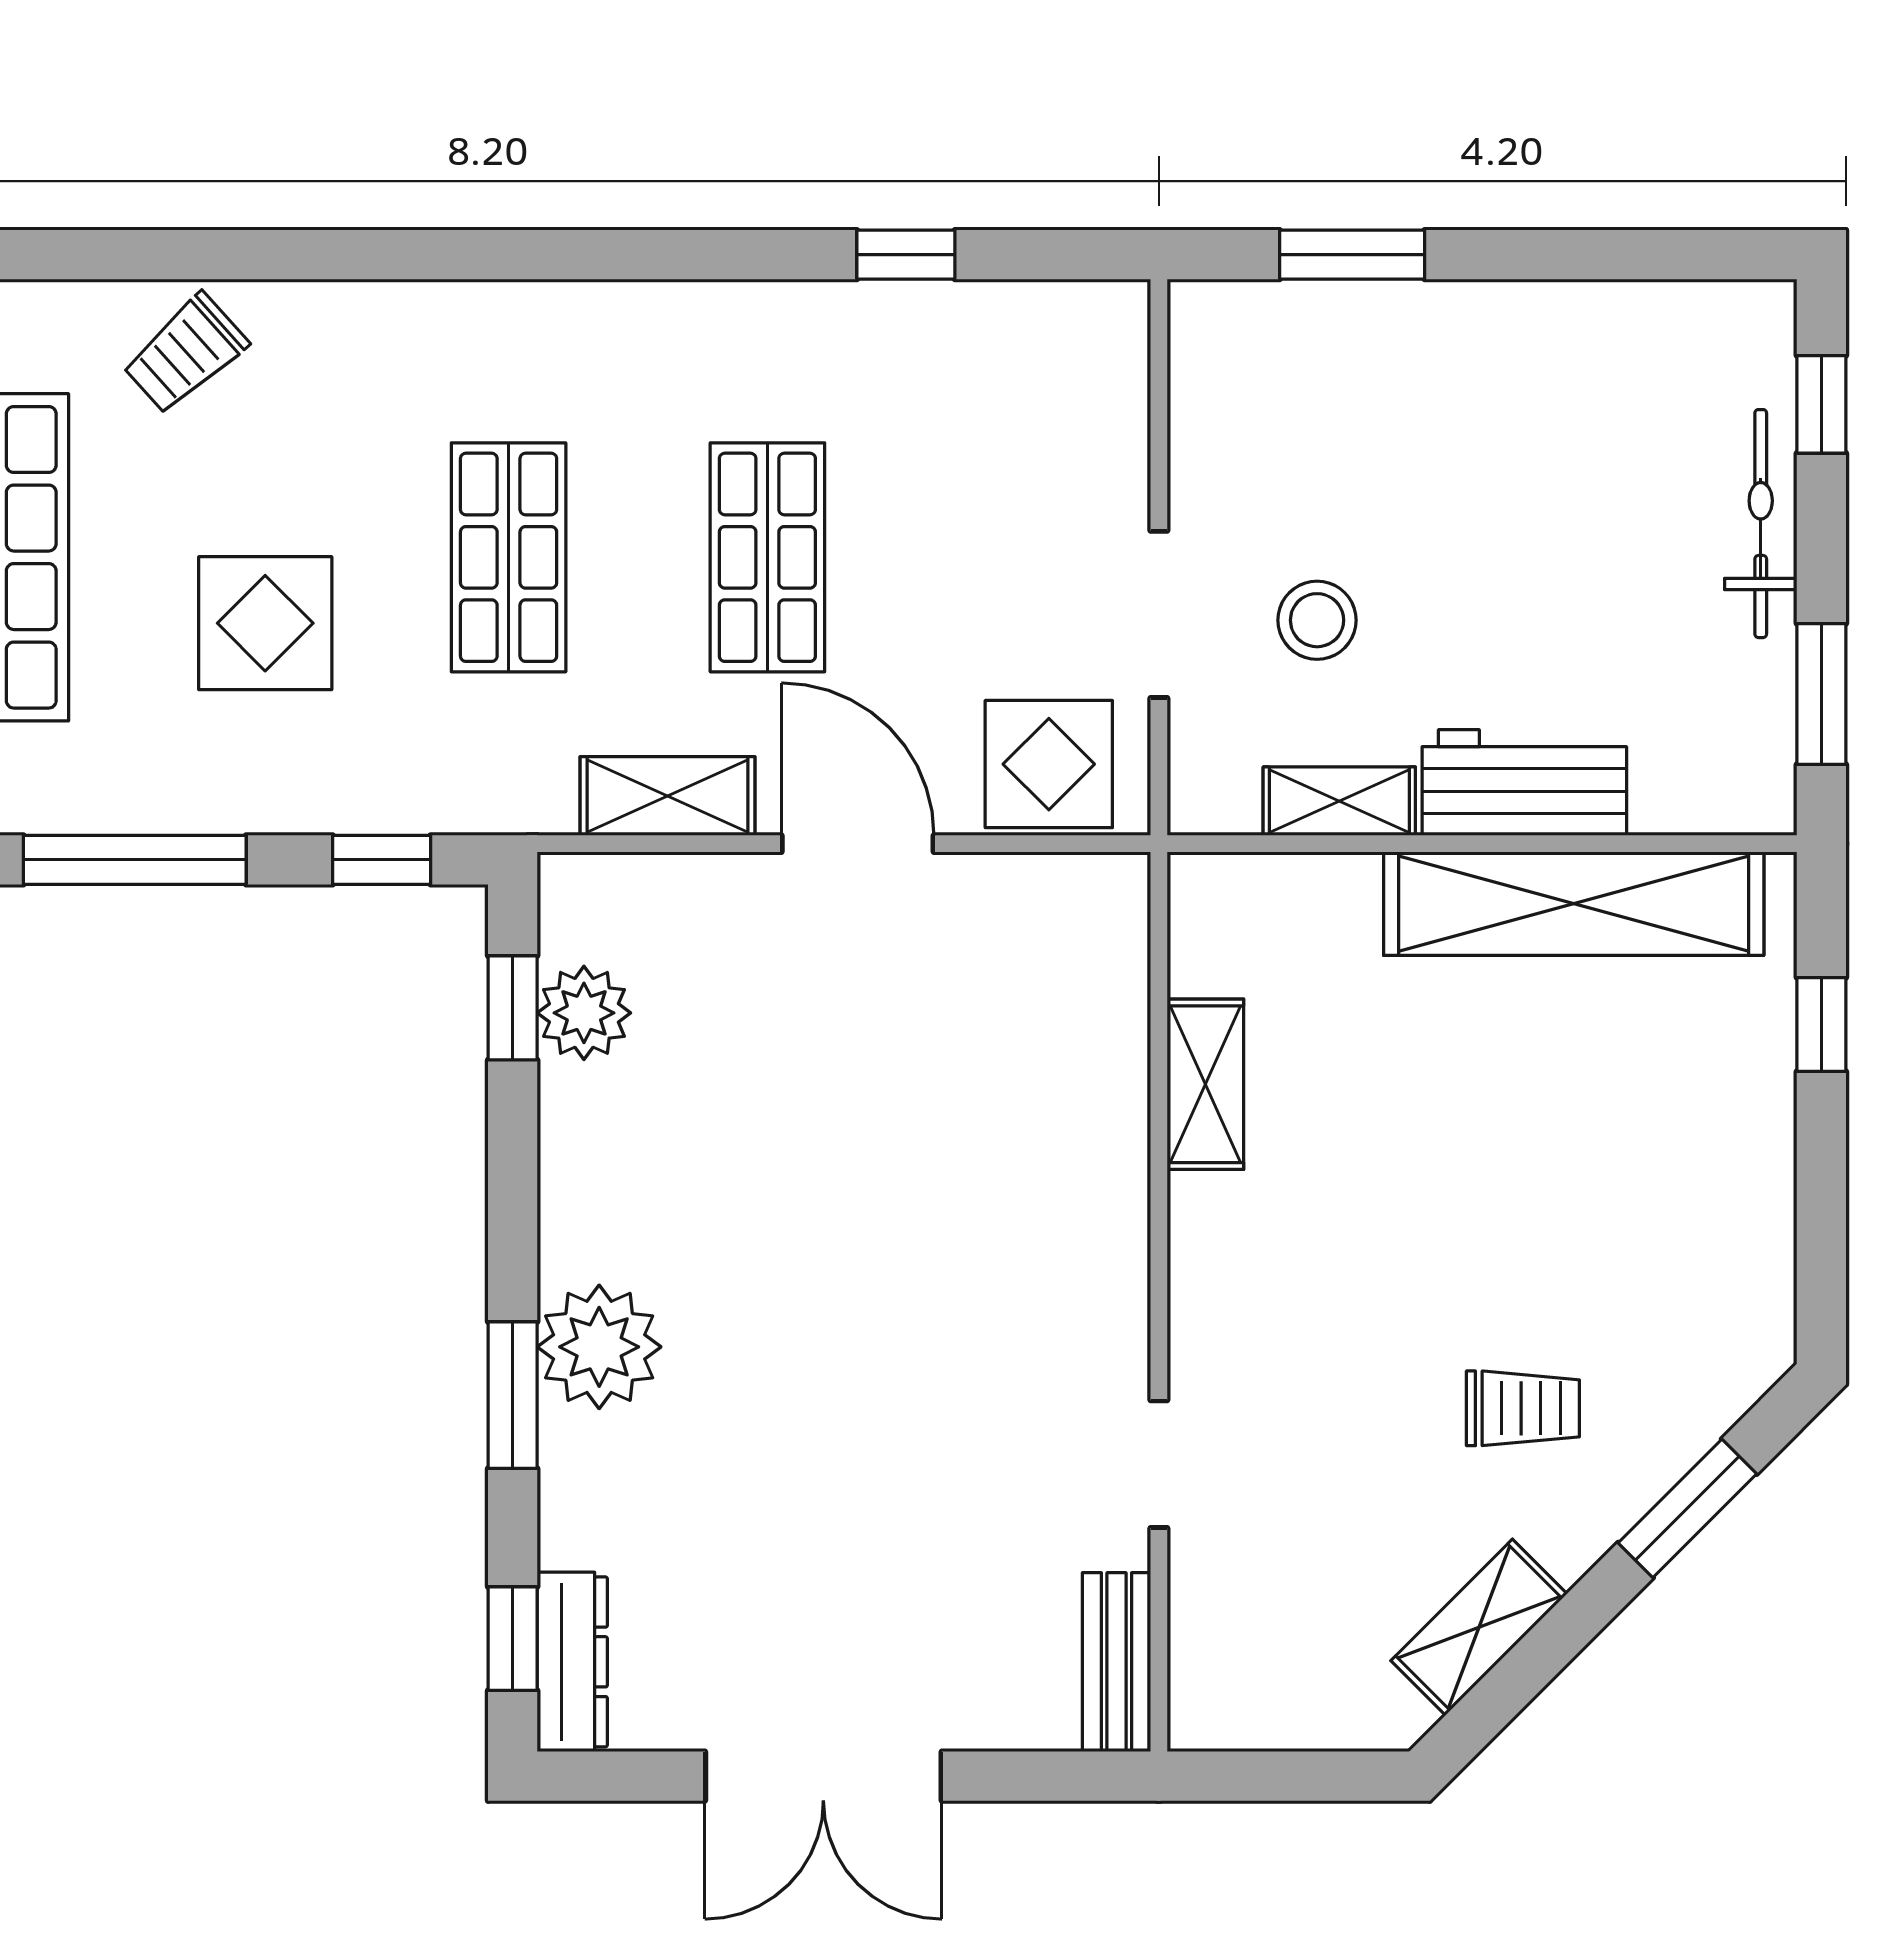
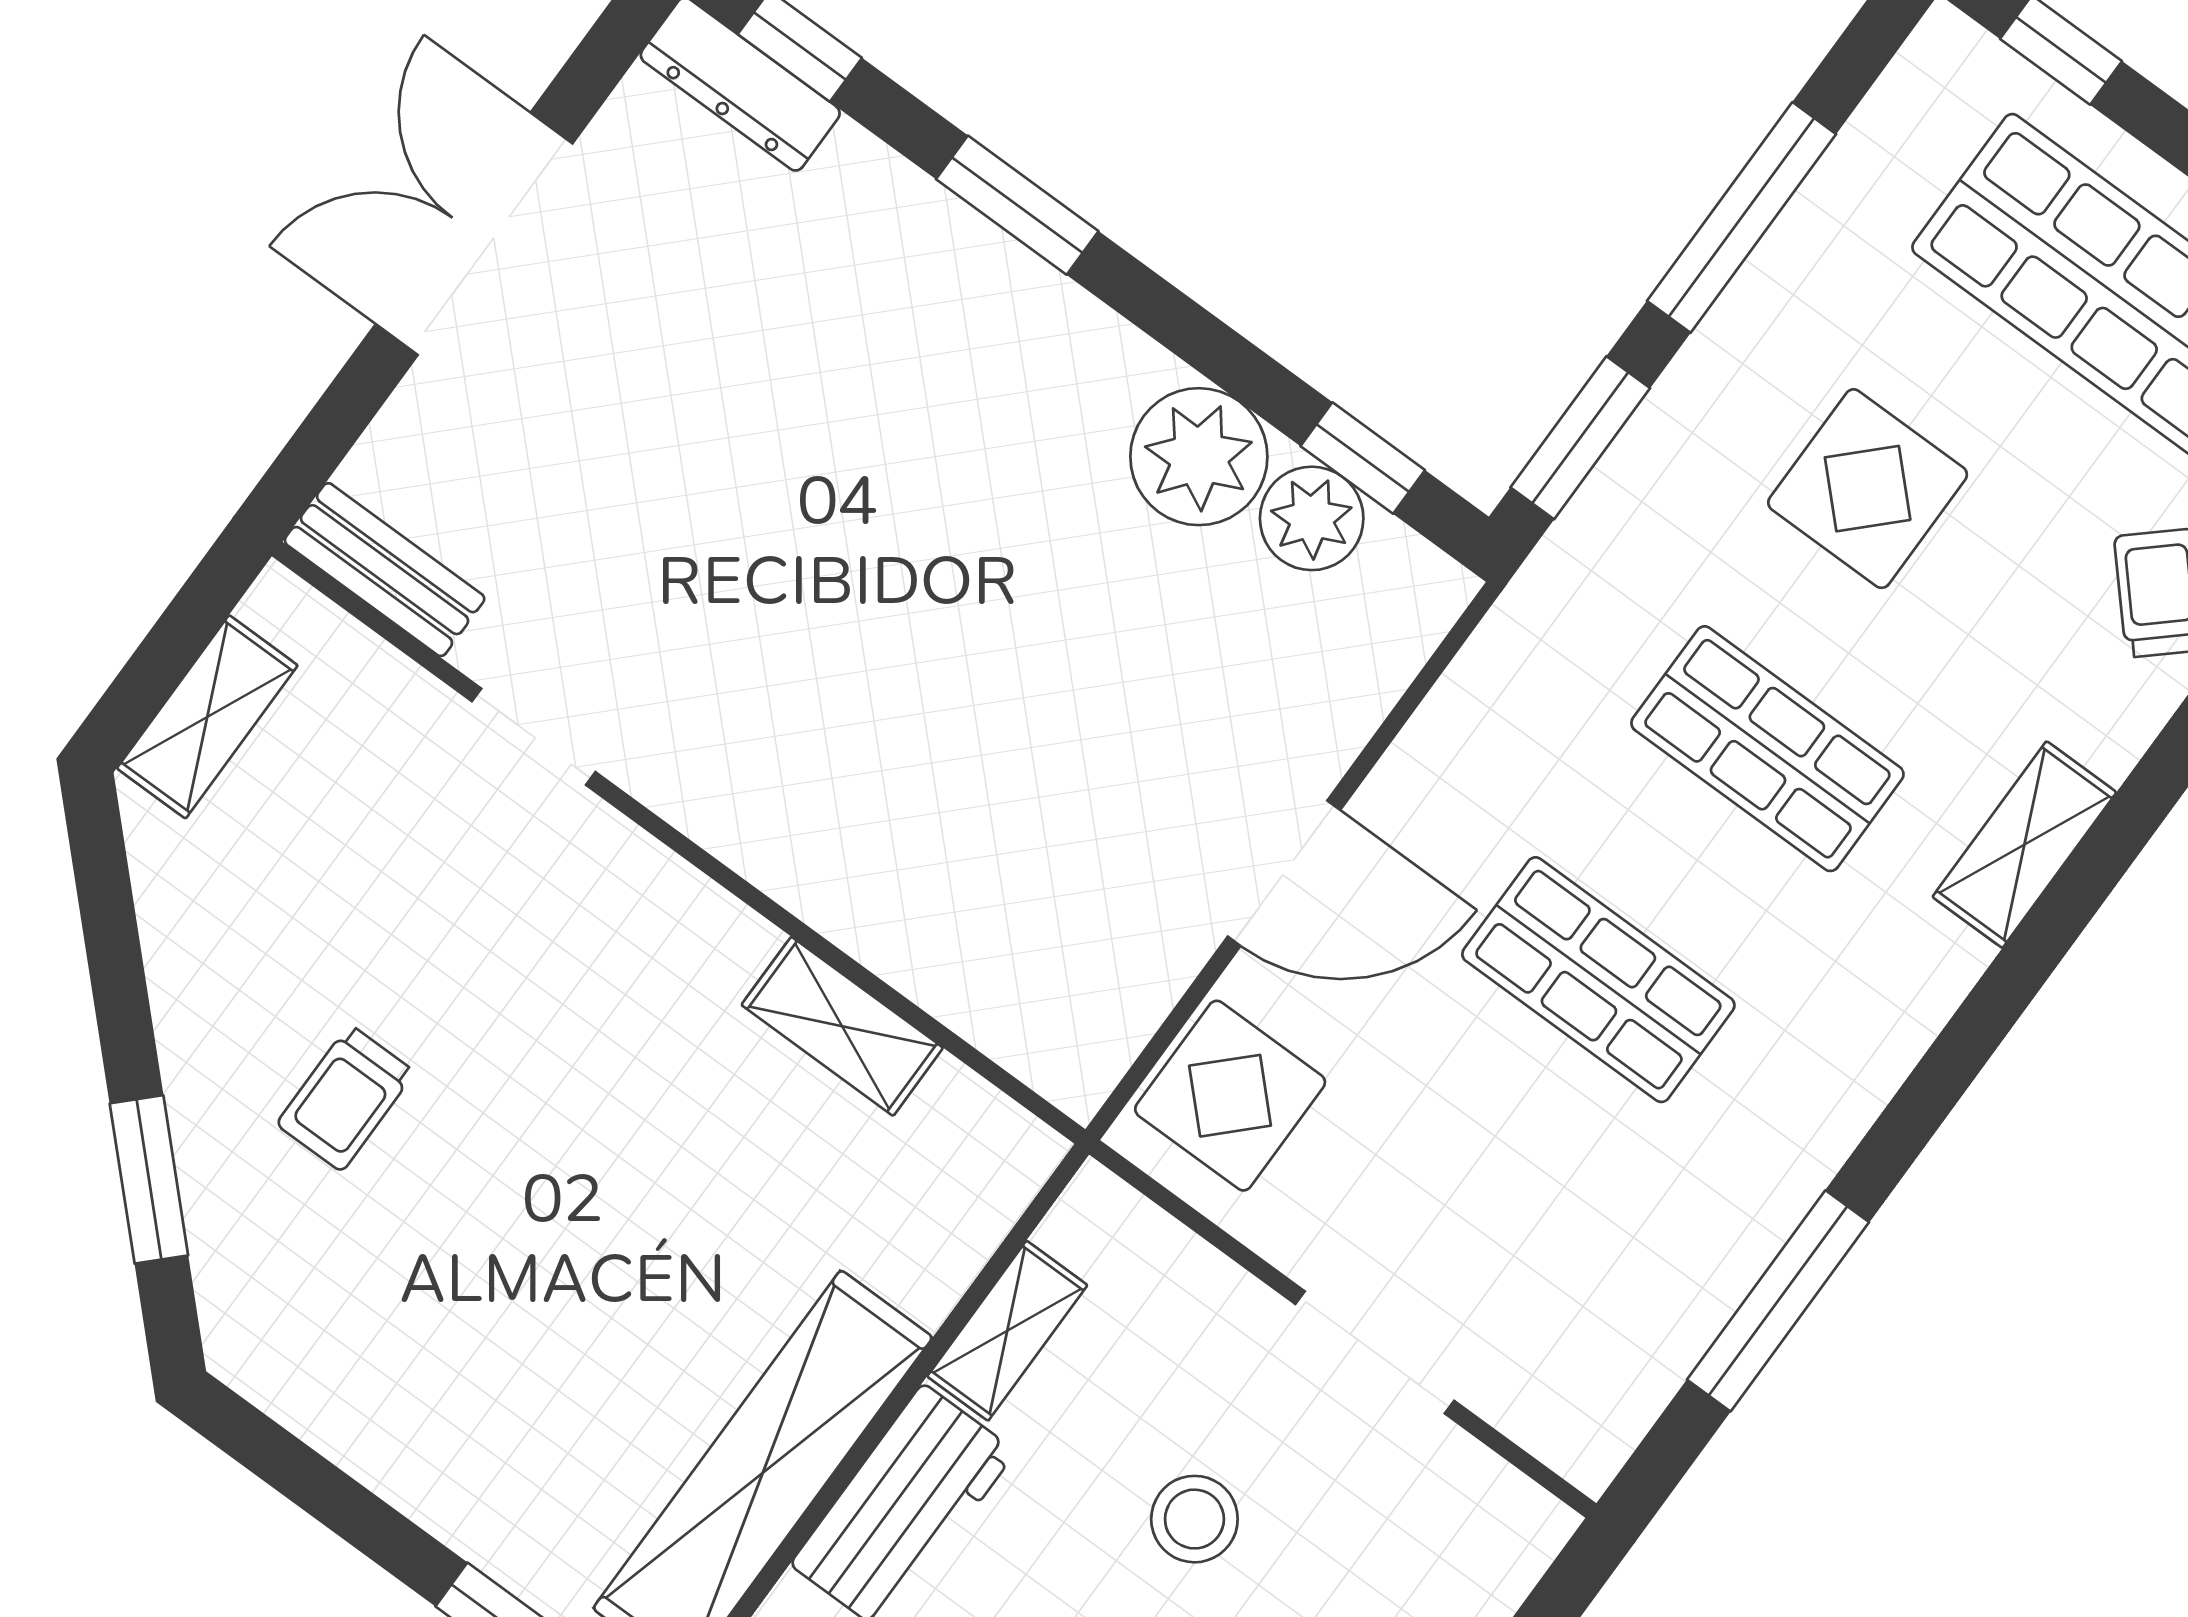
window: (906, 255) -> (1778, 1301), width x2.17
doorway: (1159, 614) -> (1375, 1352), moved
stool: (1317, 620) -> (1194, 1519), moved
shelving: (668, 796) -> (2024, 845), moved
window: (382, 860) -> (1580, 438), width x1.50
plant: (599, 1347) -> (1199, 457), moved
shelving: (1479, 1627) -> (207, 717), moved, turned 45

